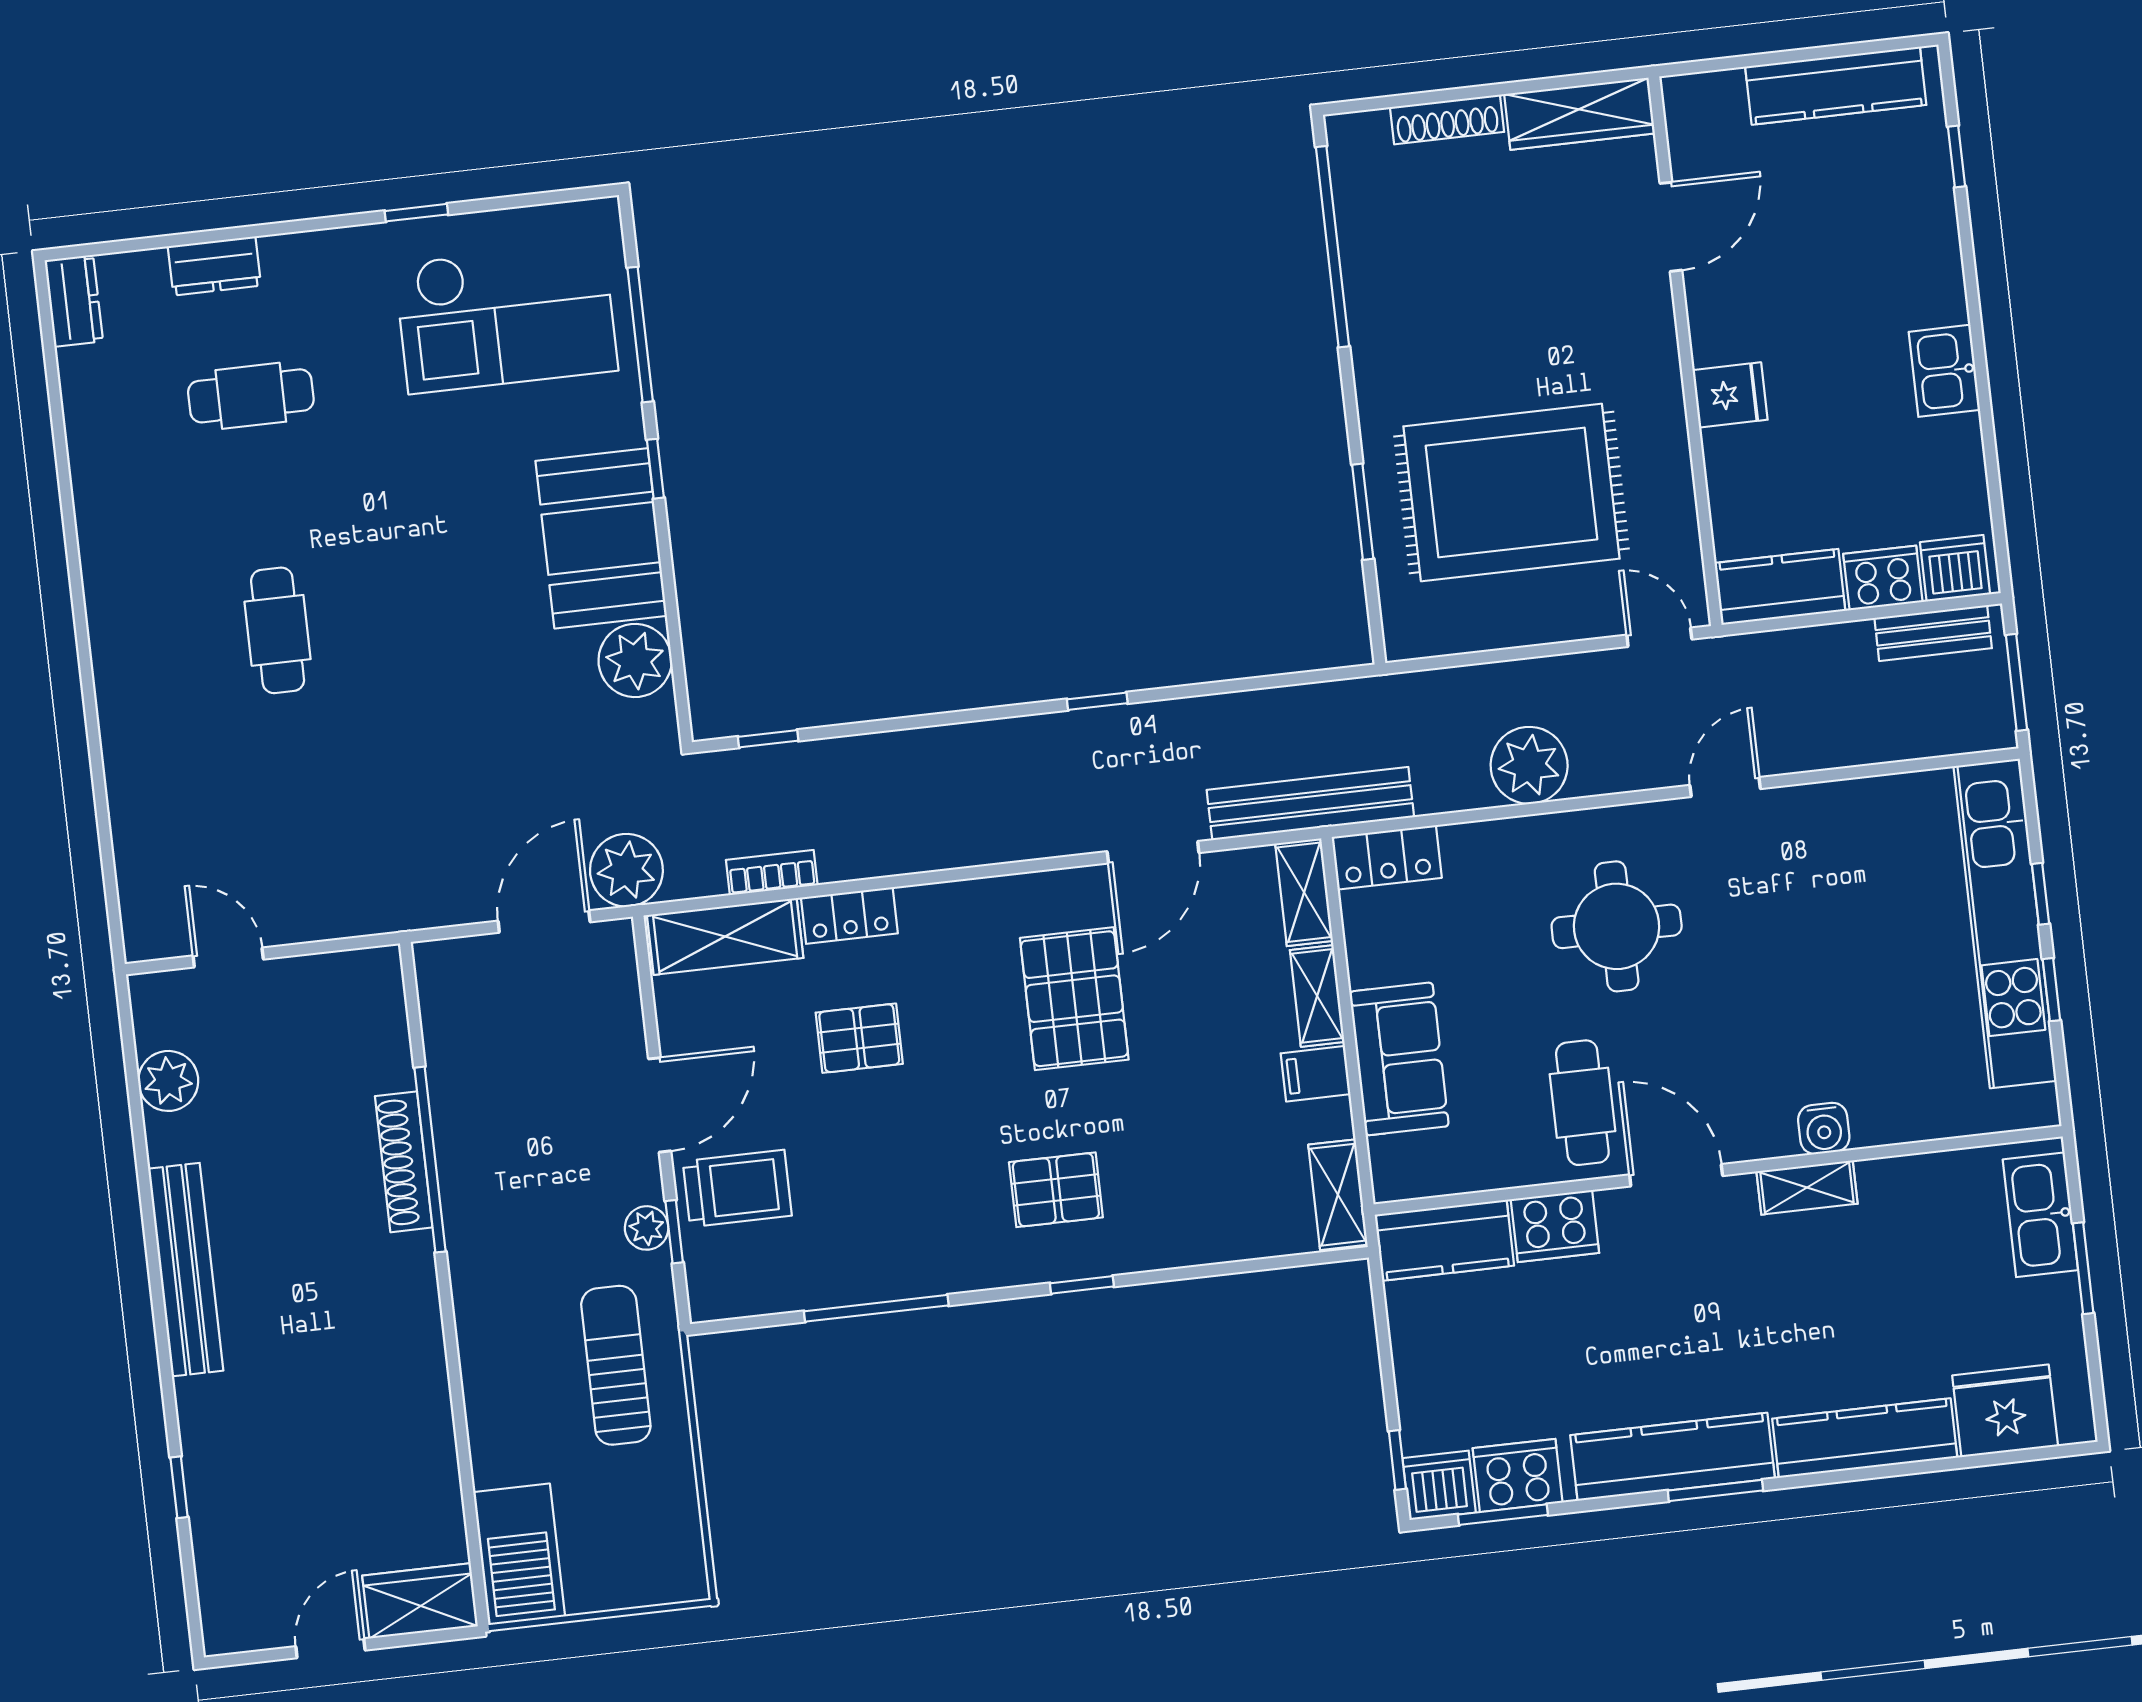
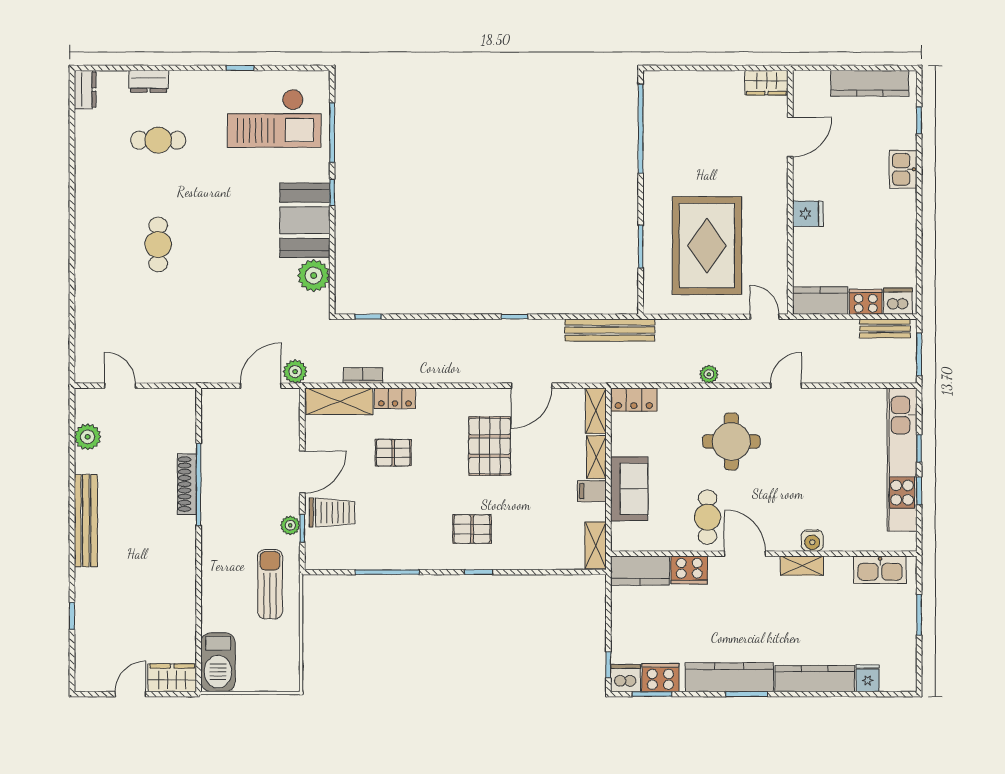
wardrobe: (1580, 114) -> (766, 83), width x0.67
shoe rack: (1447, 119) -> (697, 79), removed
kitchen sink: (1944, 371) -> (903, 169), moved
rug: (1511, 492) -> (707, 246), turned 90
plant: (1529, 765) -> (709, 374), width x0.53, depth x0.53
bench: (1310, 804) -> (610, 330), moved
plant: (626, 870) -> (295, 372), width x0.73, depth x0.73
kitchen sink: (2040, 1215) -> (880, 570), moved, turned -90
fridge: (2005, 1411) -> (868, 678), width x0.53, depth x0.75

